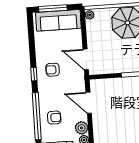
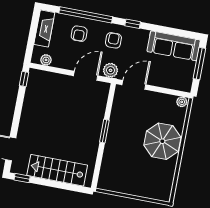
sofa: (58, 20) -> (174, 46), moved, turned -90
armchair: (53, 70) -> (113, 40), moved
plant: (82, 128) -> (110, 70), moved

